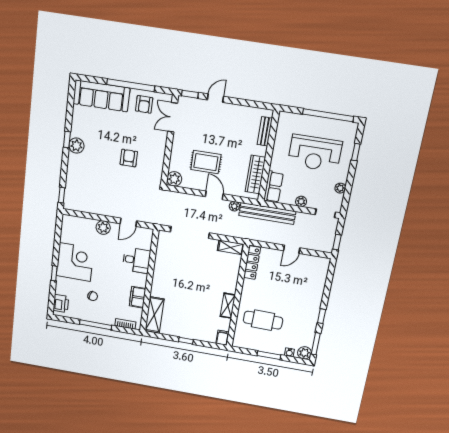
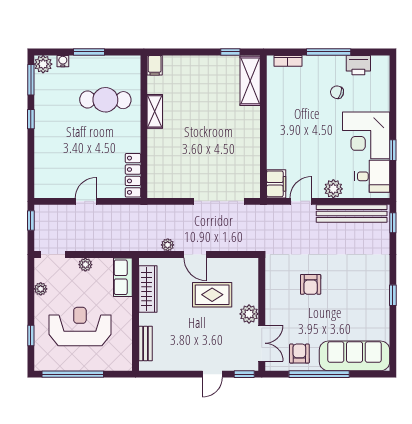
plant: (76, 146) -> (380, 290), removed
plant: (174, 179) -> (249, 314), moved
bench: (267, 213) -> (352, 214), moved
shelving: (231, 247) -> (164, 191), removed
desk: (136, 260) -> (372, 176), moved, turned 180
window: (54, 273) -> (393, 150), moved
filing cabinet: (137, 297) -> (276, 184), moved
printer: (61, 303) -> (358, 65), moved, turned -90
window: (186, 341) -> (230, 52), moved

